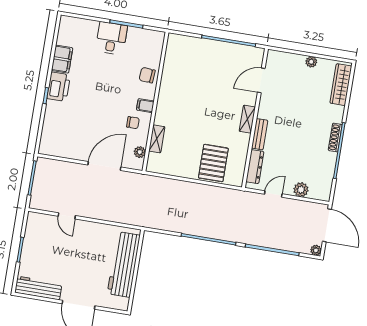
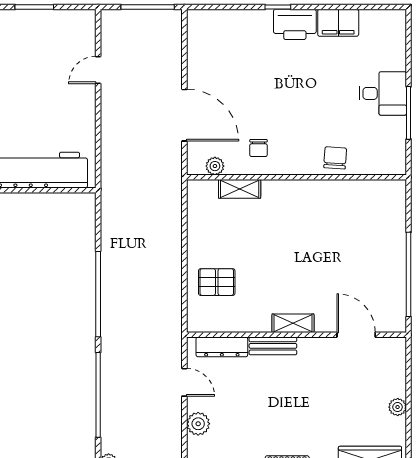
filing cabinet: (145, 106) -> (288, 163), removed
pallet: (213, 163) -> (217, 282), width x0.67, depth x0.71

